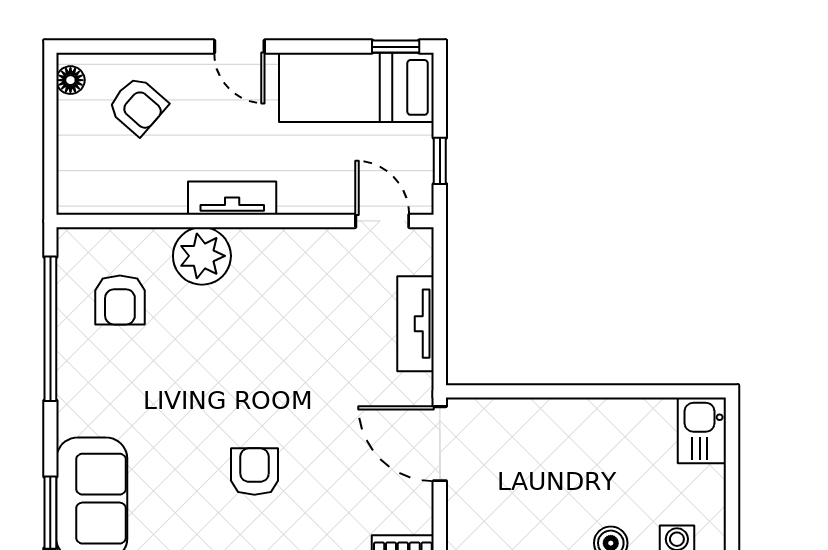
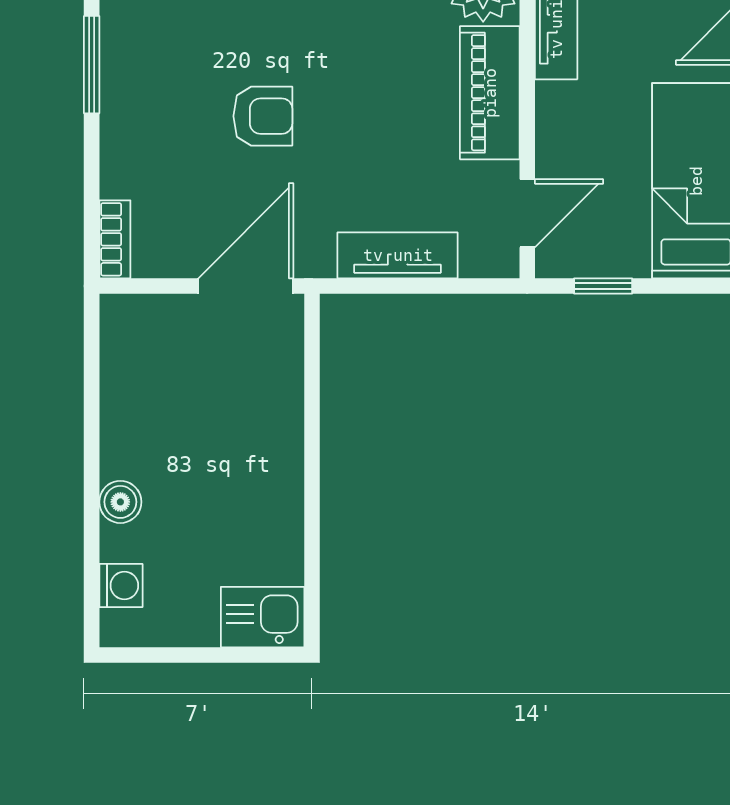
piano: (287, 251) -> (490, 93), added
armchair: (254, 472) -> (263, 116), moved

